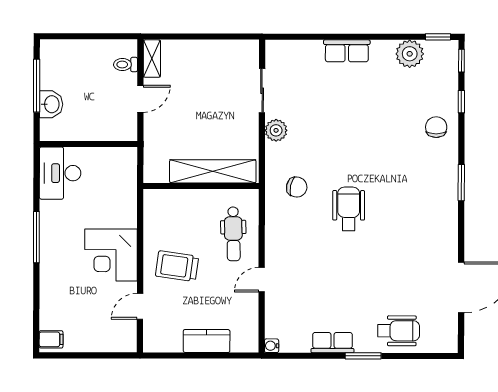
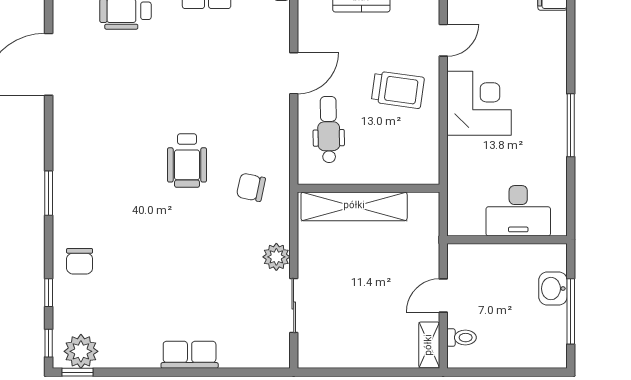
plant: (410, 54) -> (81, 351), moved
desk: (60, 173) -> (518, 211), moved, turned 90
door: (262, 280) -> (294, 73), width x1.38

